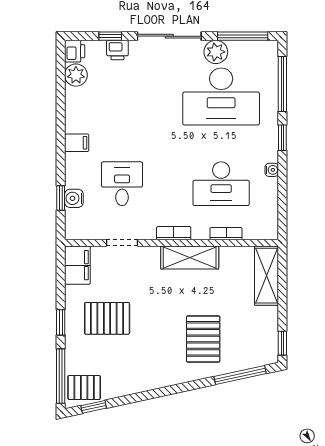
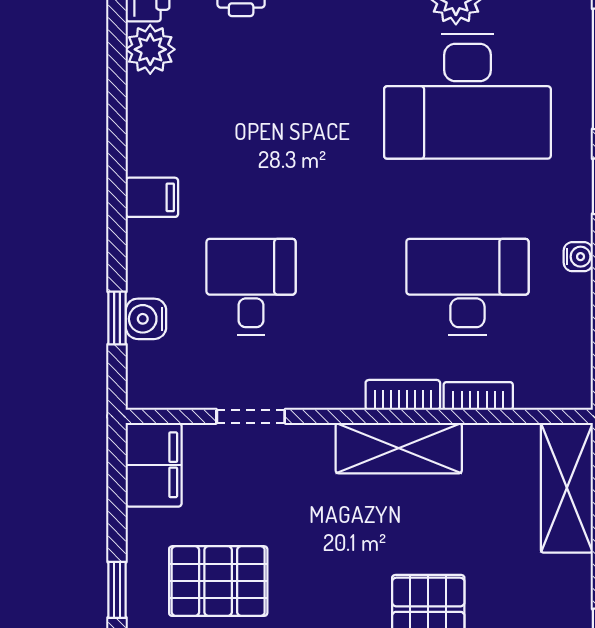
desk: (221, 184) -> (467, 287), turned 180
bookcase: (174, 233) -> (403, 395), moved

